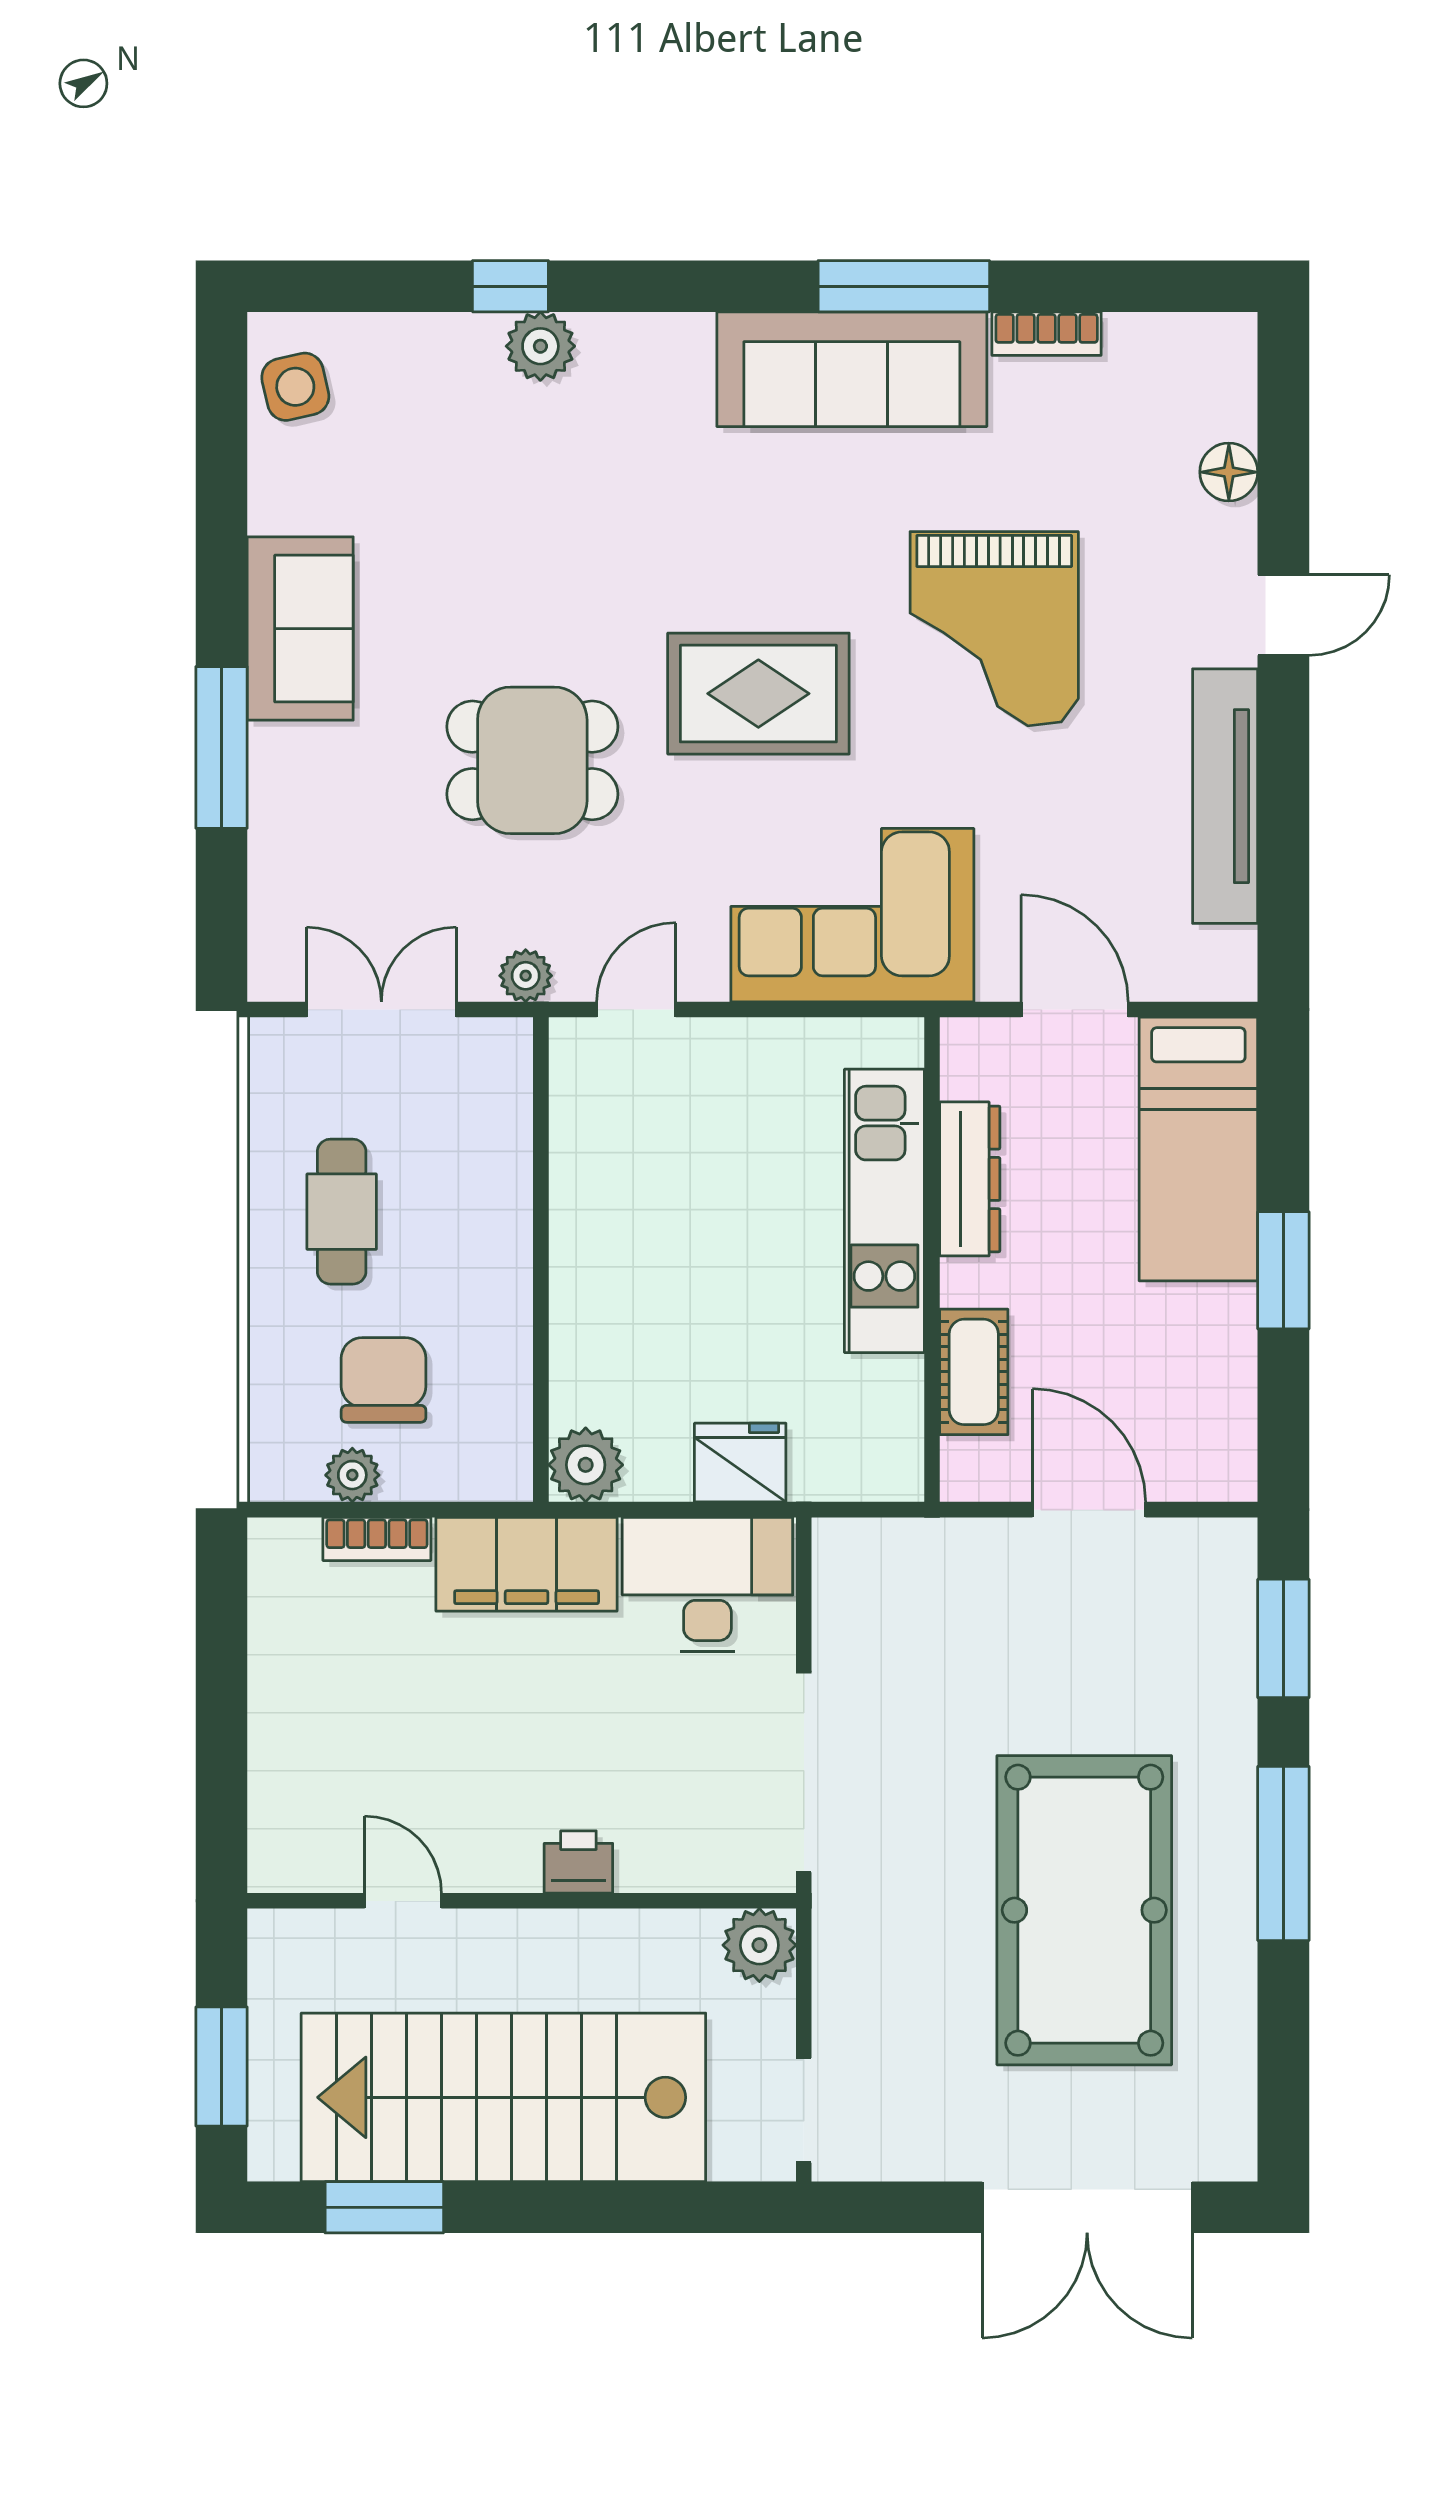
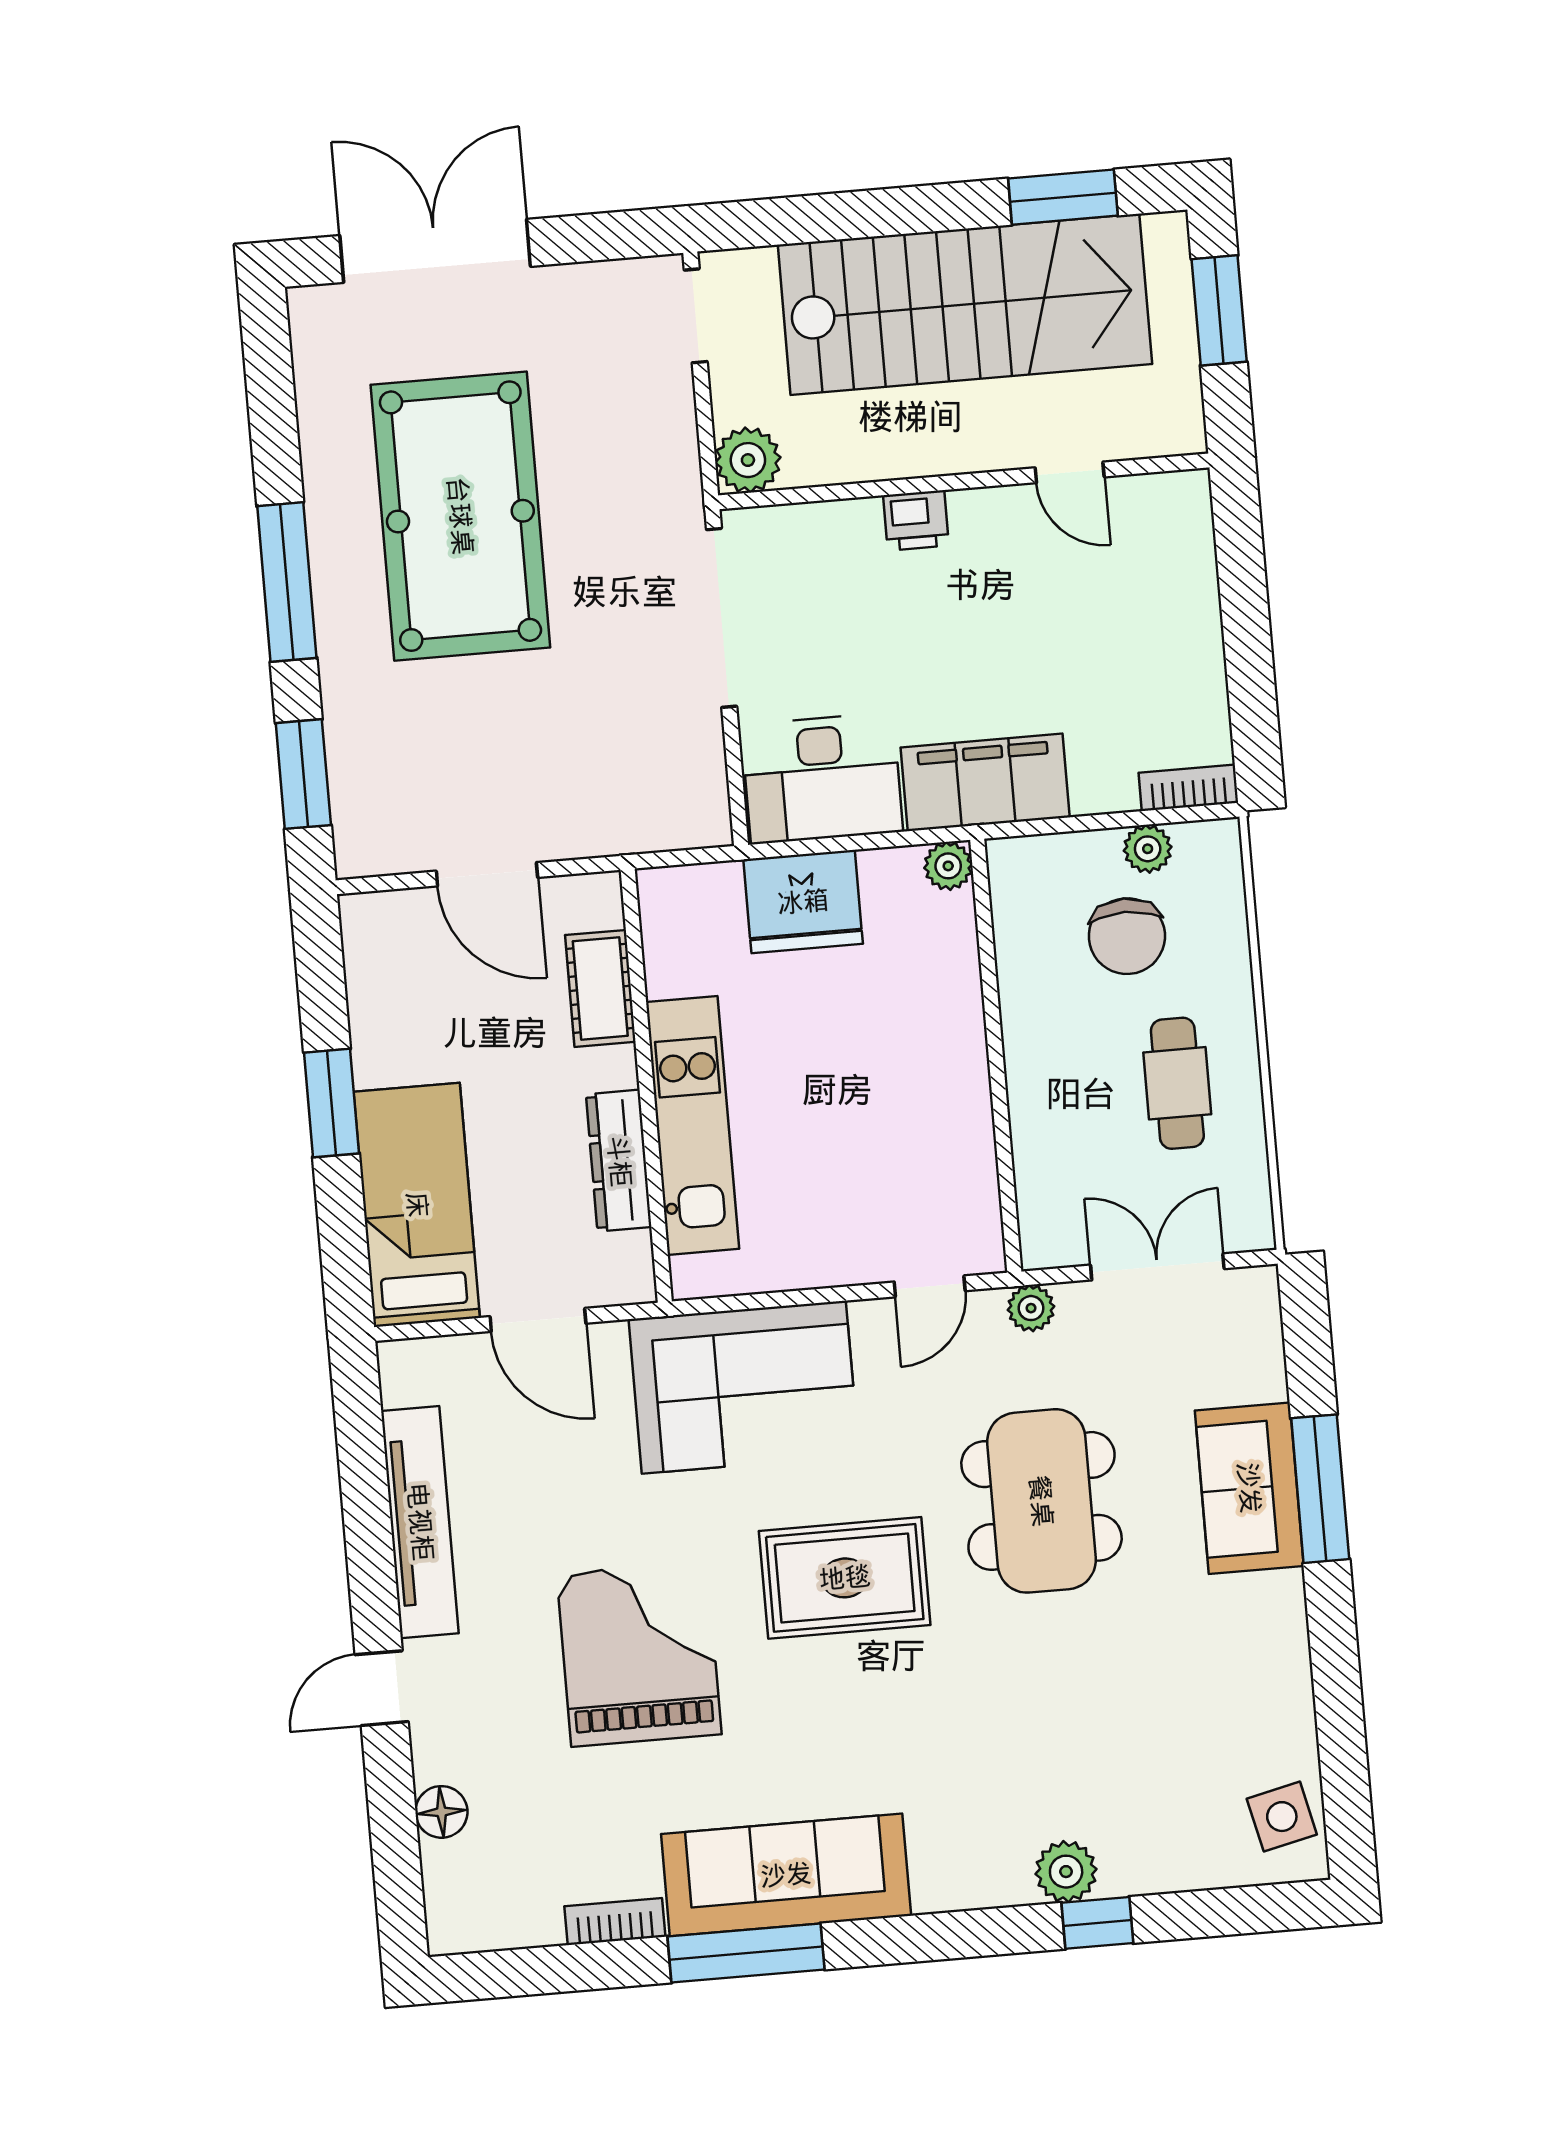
sofa: (300, 629) -> (1249, 1488), moved
dining table: (532, 760) -> (1041, 1501), width x1.38
double door: (381, 1009) -> (1157, 1267), swing flipped
fridge: (740, 1463) -> (803, 902), width x1.36, depth x1.34
plant: (586, 1465) -> (948, 866), width x0.73, depth x0.73
bookcase: (377, 1539) -> (1188, 788), moved

